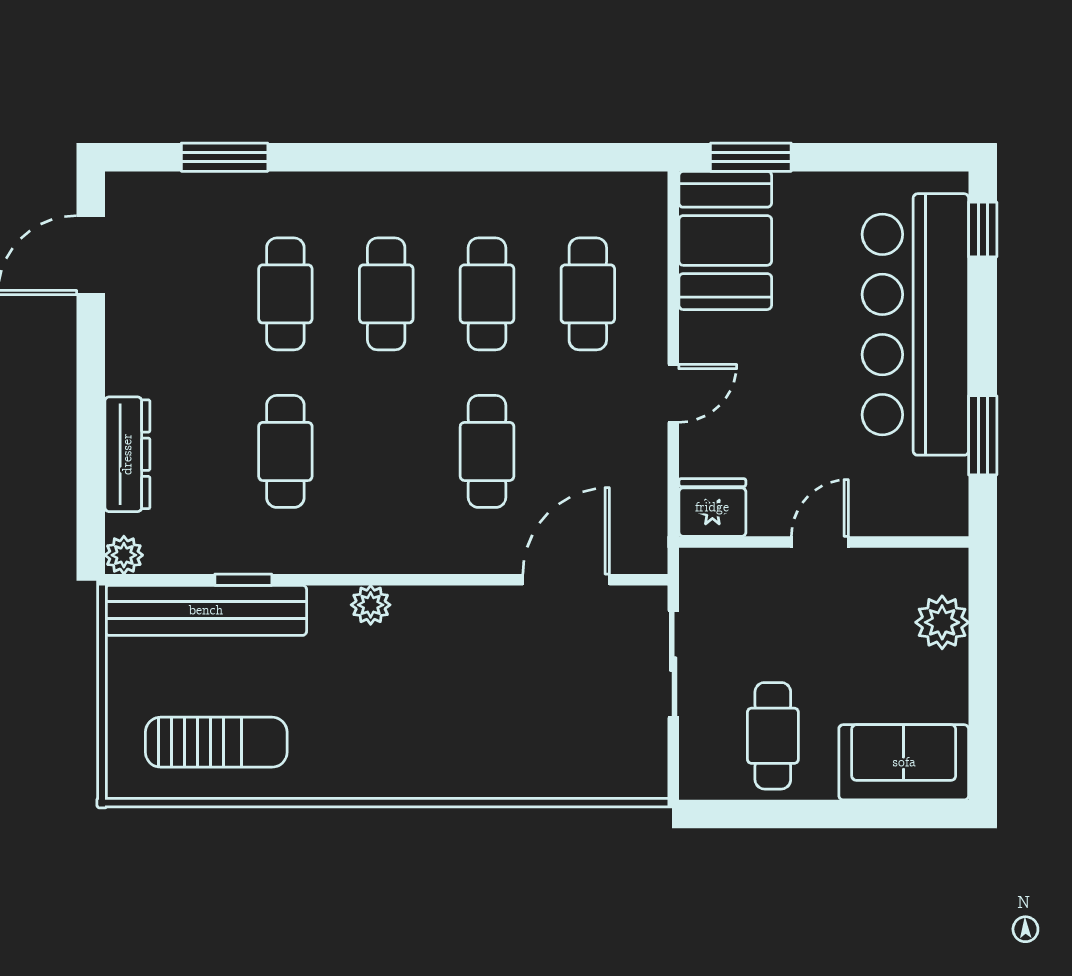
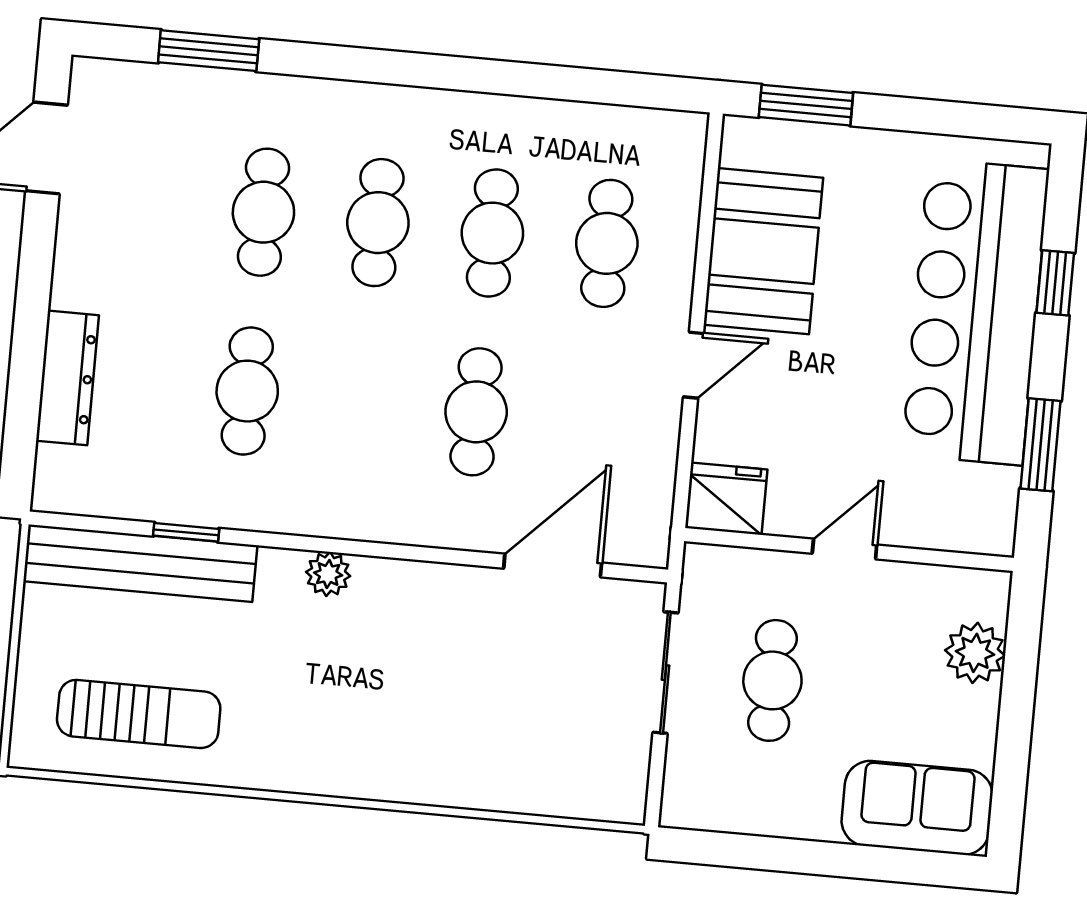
window: (983, 229) -> (1055, 283), moved
booth: (725, 240) -> (763, 251), moved
plant: (124, 555) -> (53, 492), removed
cafe table: (773, 736) -> (772, 680), moved

